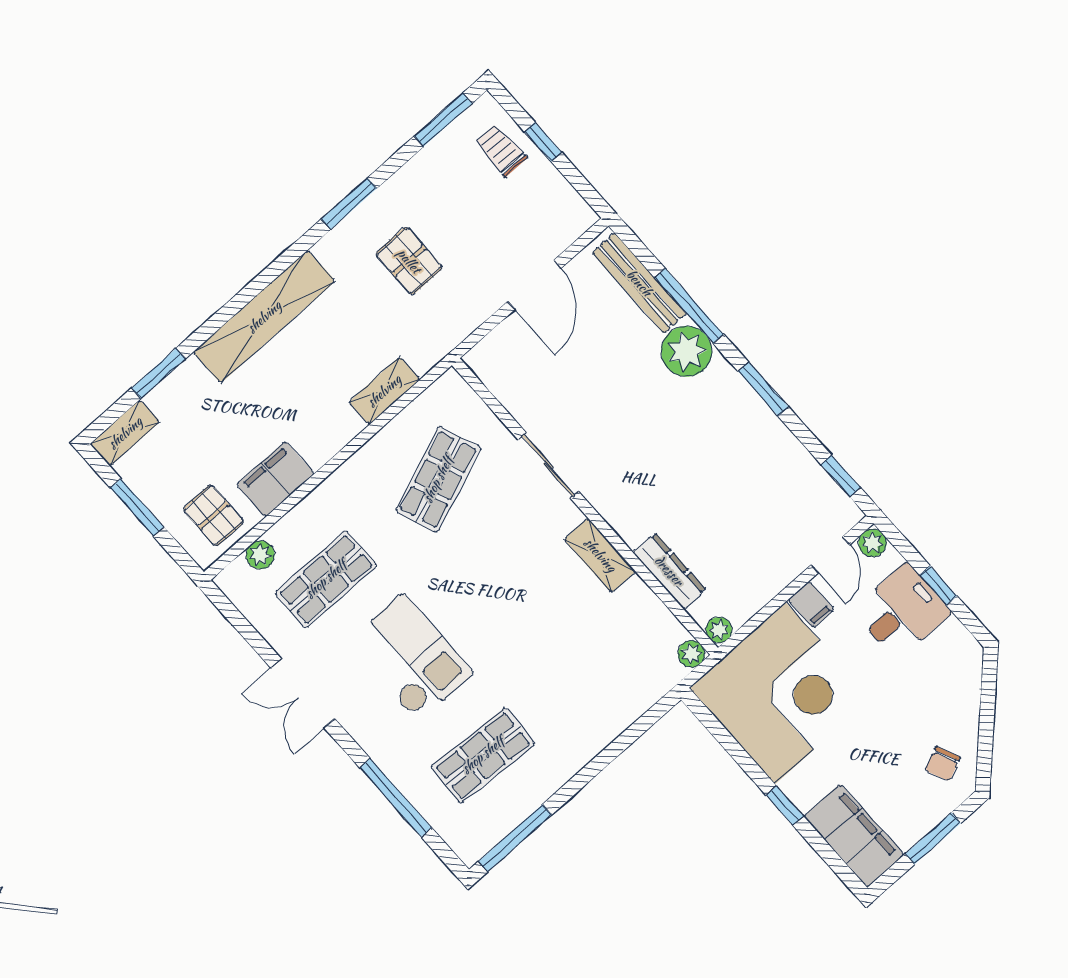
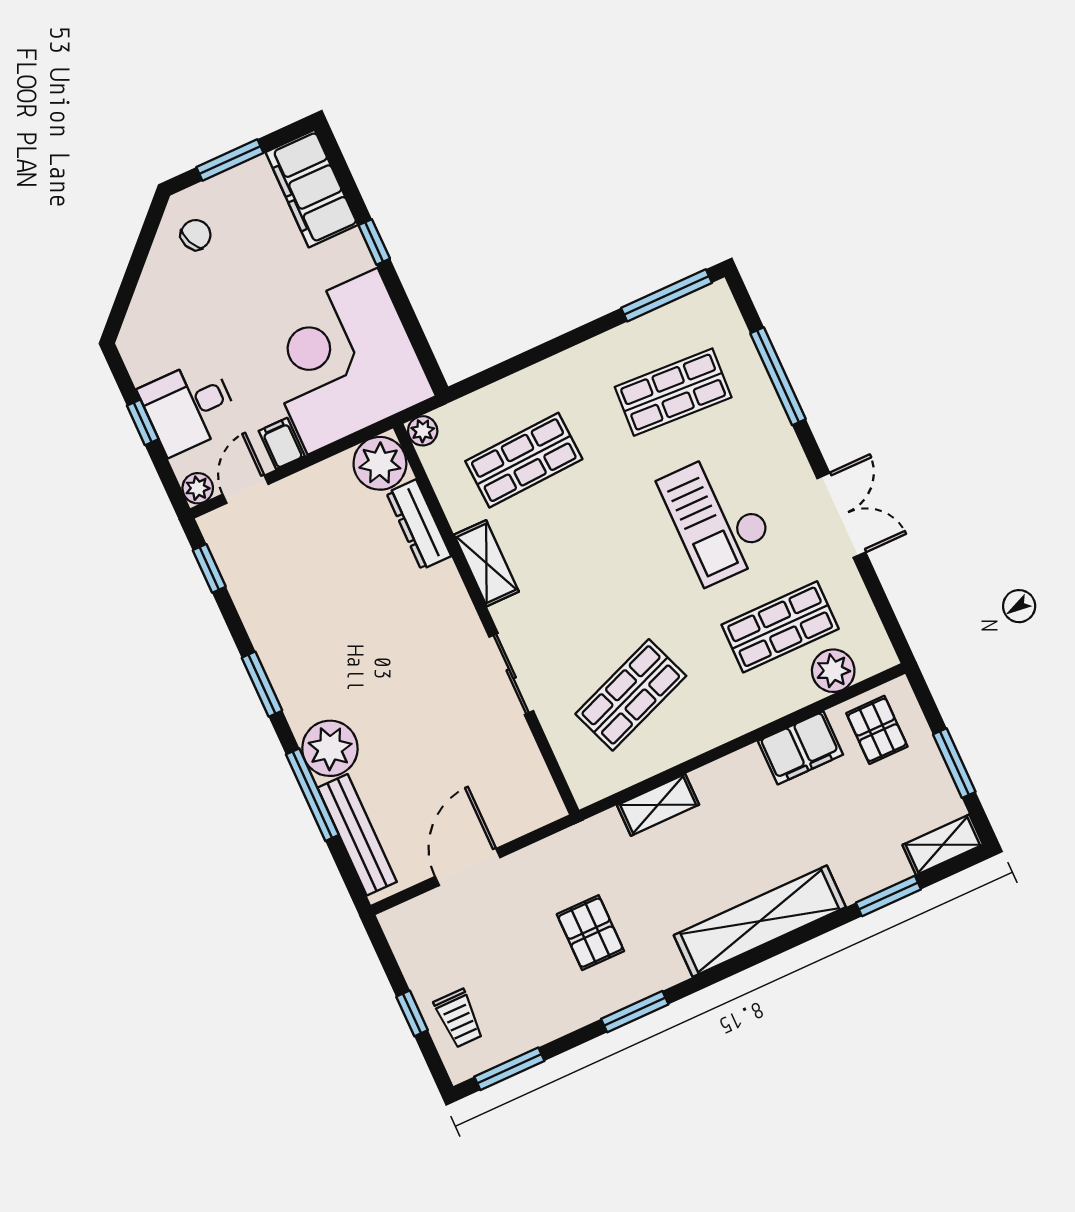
plant: (260, 555) -> (833, 671), width x1.38, depth x1.38
plant: (719, 630) -> (380, 463), width x1.87, depth x1.87
shop shelf: (595, 656) -> (524, 460), added

